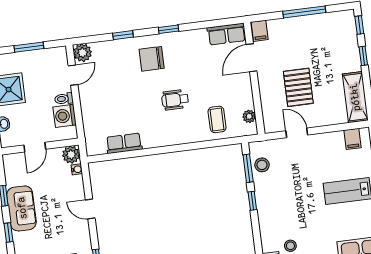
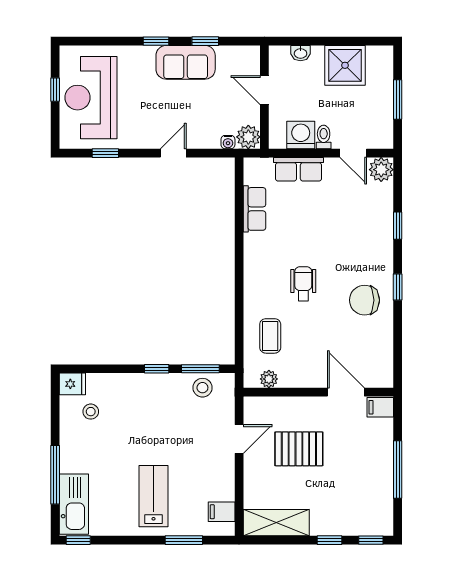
row of seats: (226, 34) -> (298, 169), moved, turned -90
chair: (152, 59) -> (364, 300), moved, turned -90
coffee table: (217, 119) -> (270, 336), turned 90

